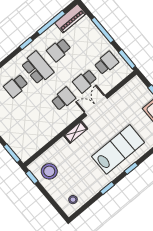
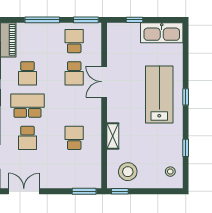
school desk: (63, 99) -> (74, 138), moved
shelving: (76, 132) -> (113, 136), moved
window: (107, 188) -> (186, 148), moved

